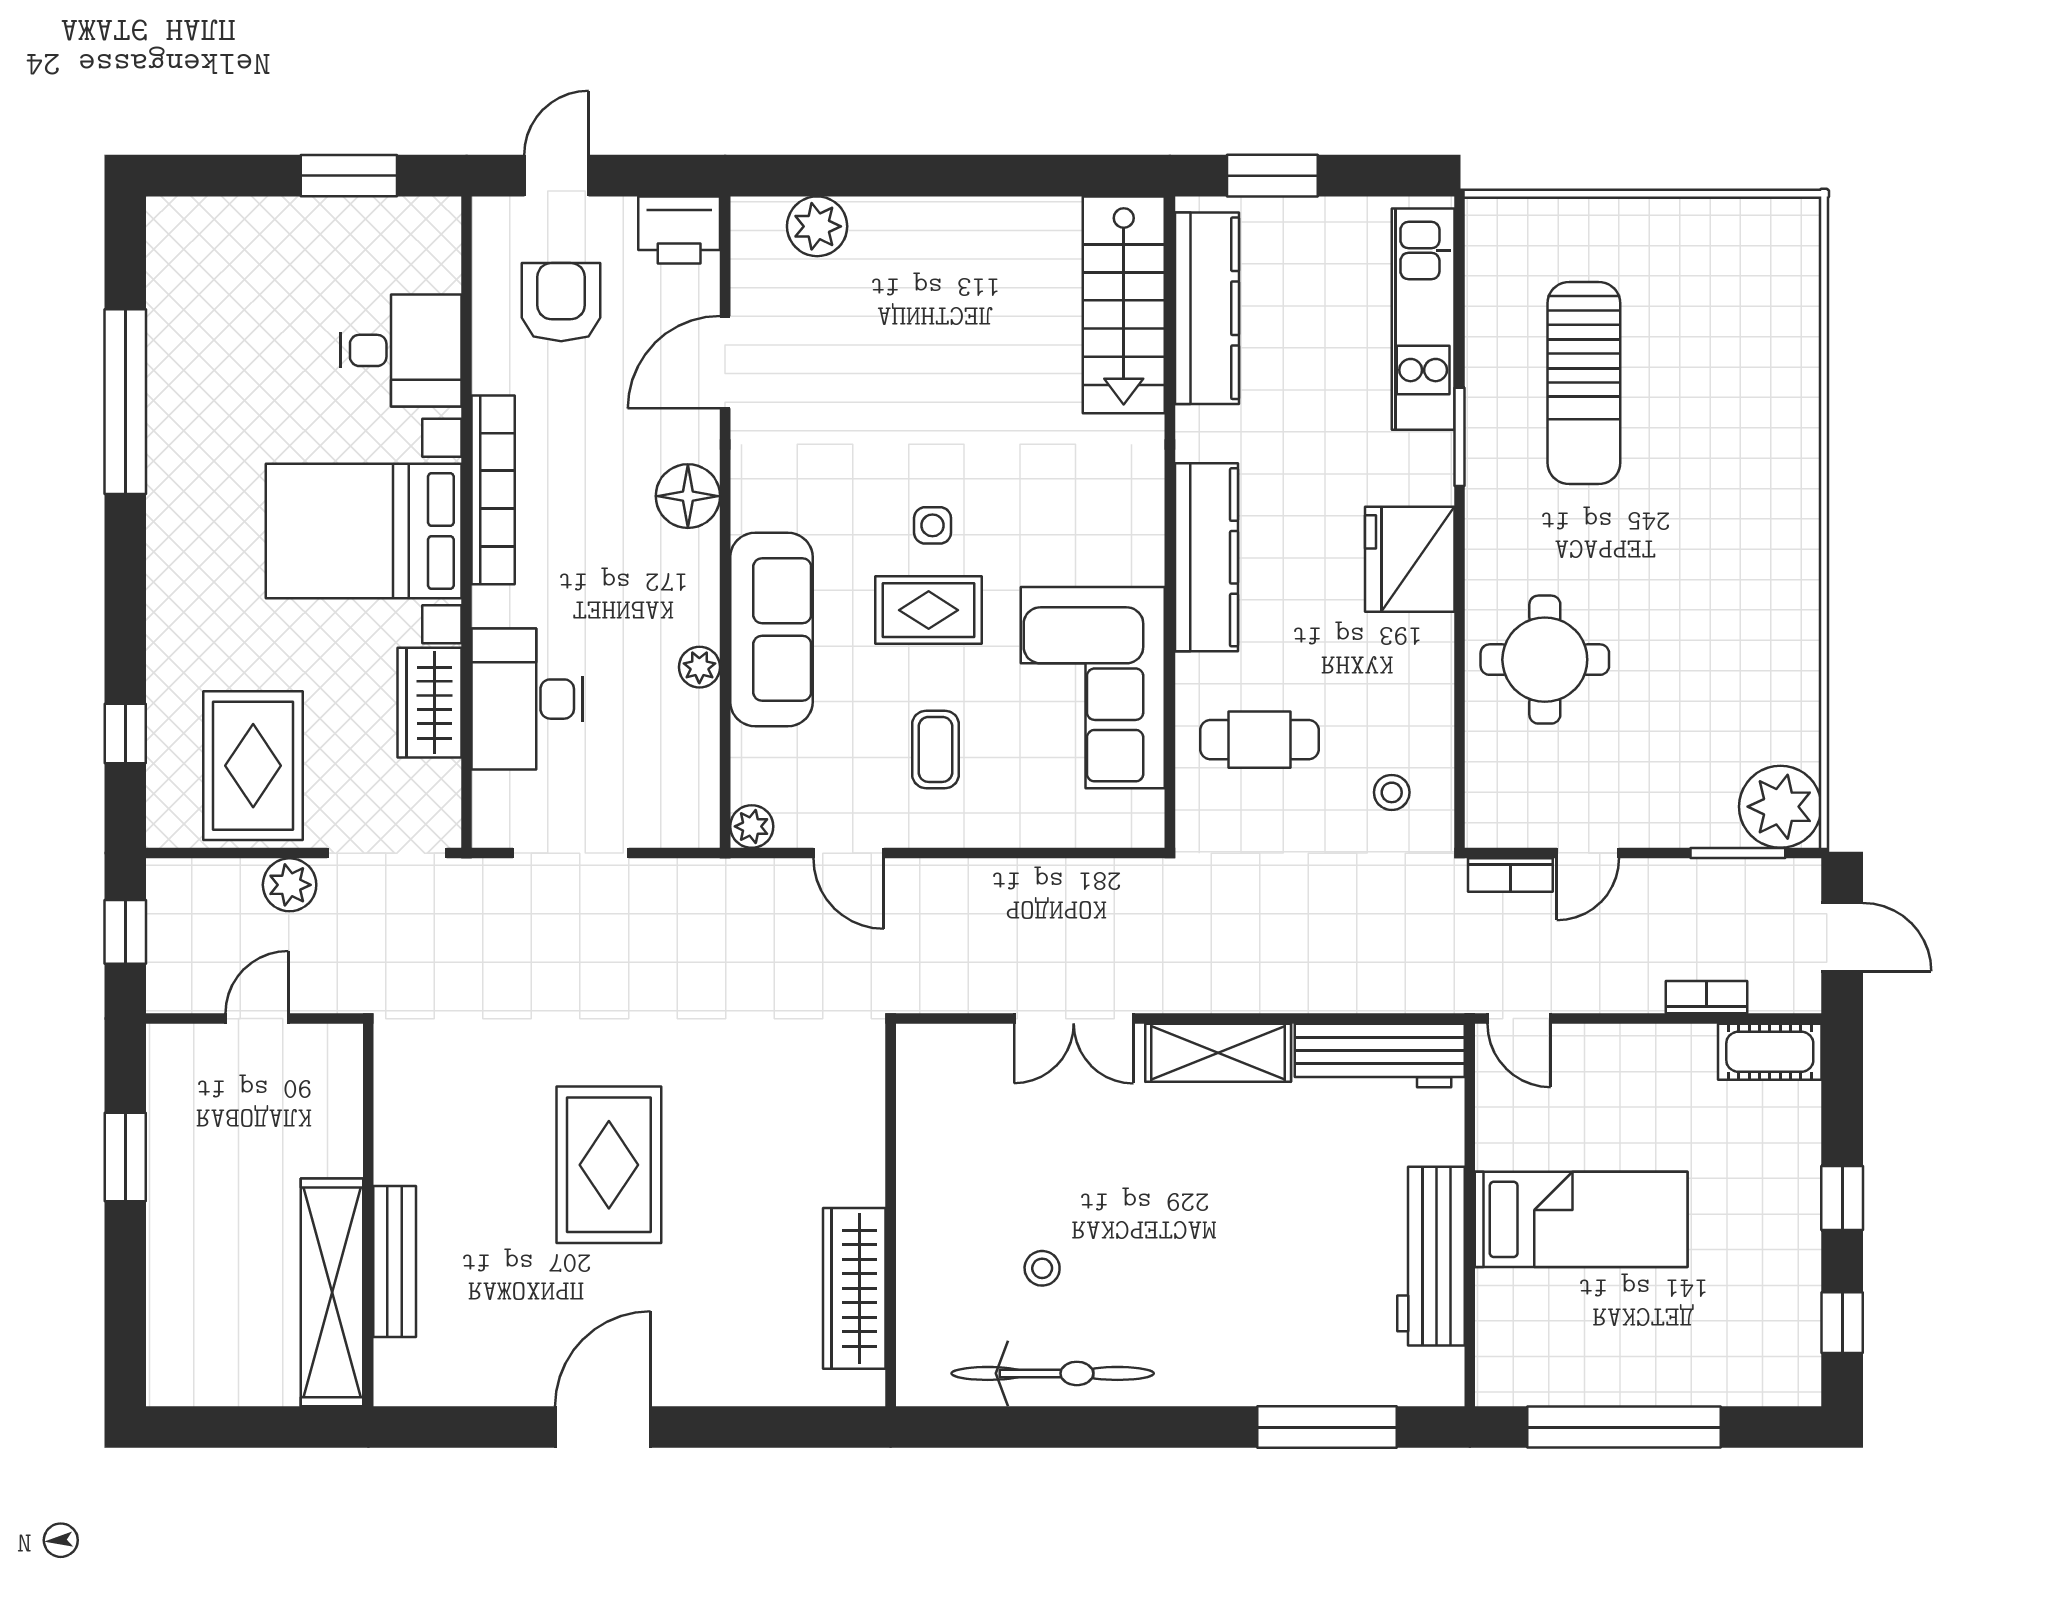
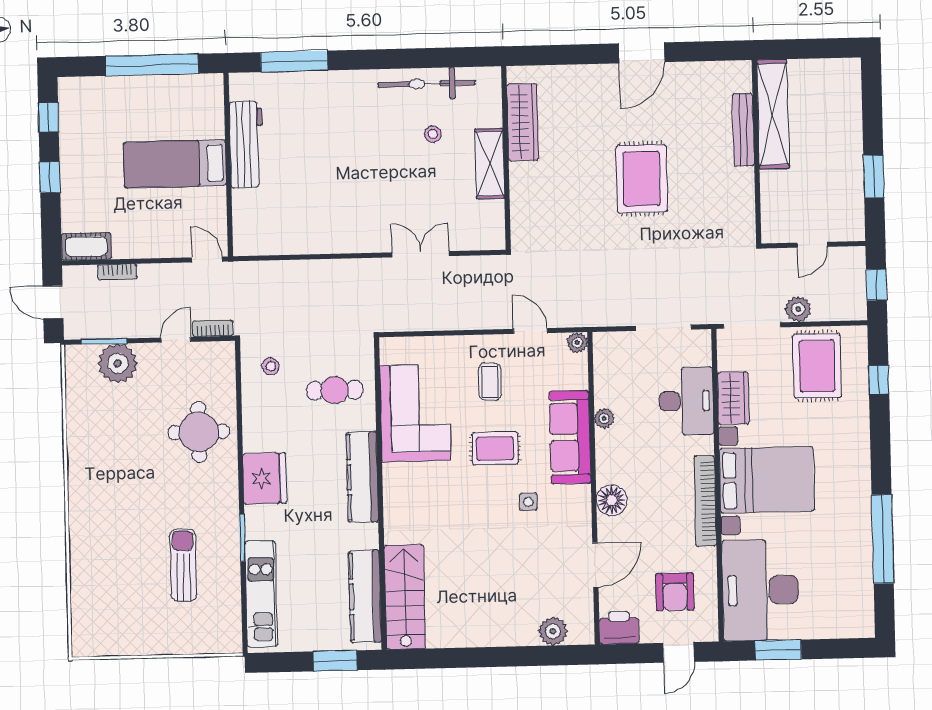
desk: (401, 350) -> (760, 590), width x1.87, depth x1.30
sun lounger: (1584, 383) -> (183, 565), width x0.73, depth x0.75
side table: (933, 525) -> (528, 502), moved
plant: (1780, 807) -> (118, 363), moved
shelving: (1218, 1053) -> (490, 164), moved, turned 90
workbench: (1380, 1056) -> (273, 240), removed

